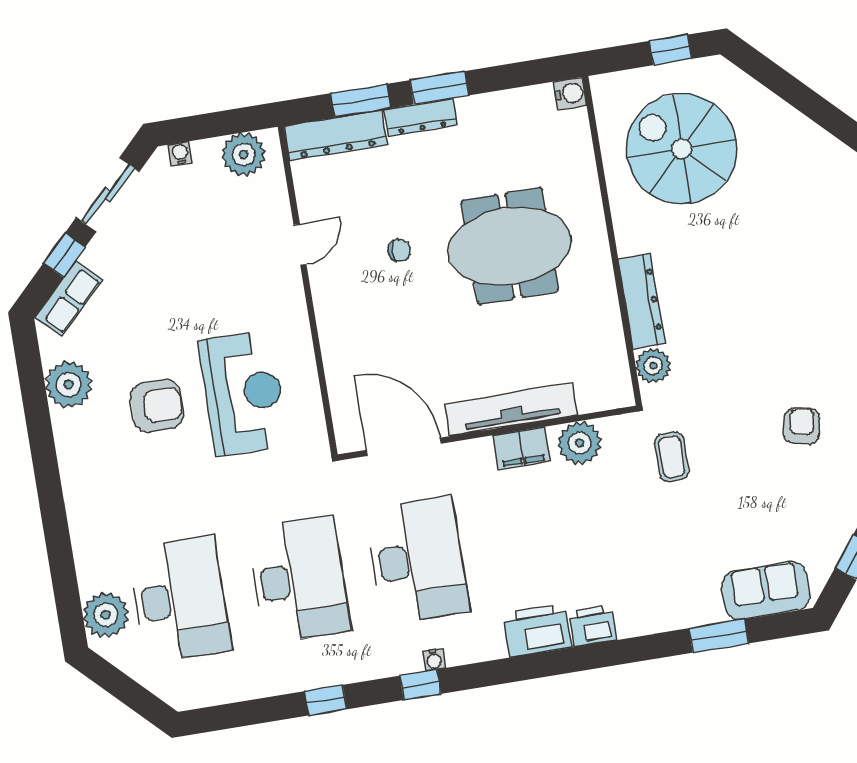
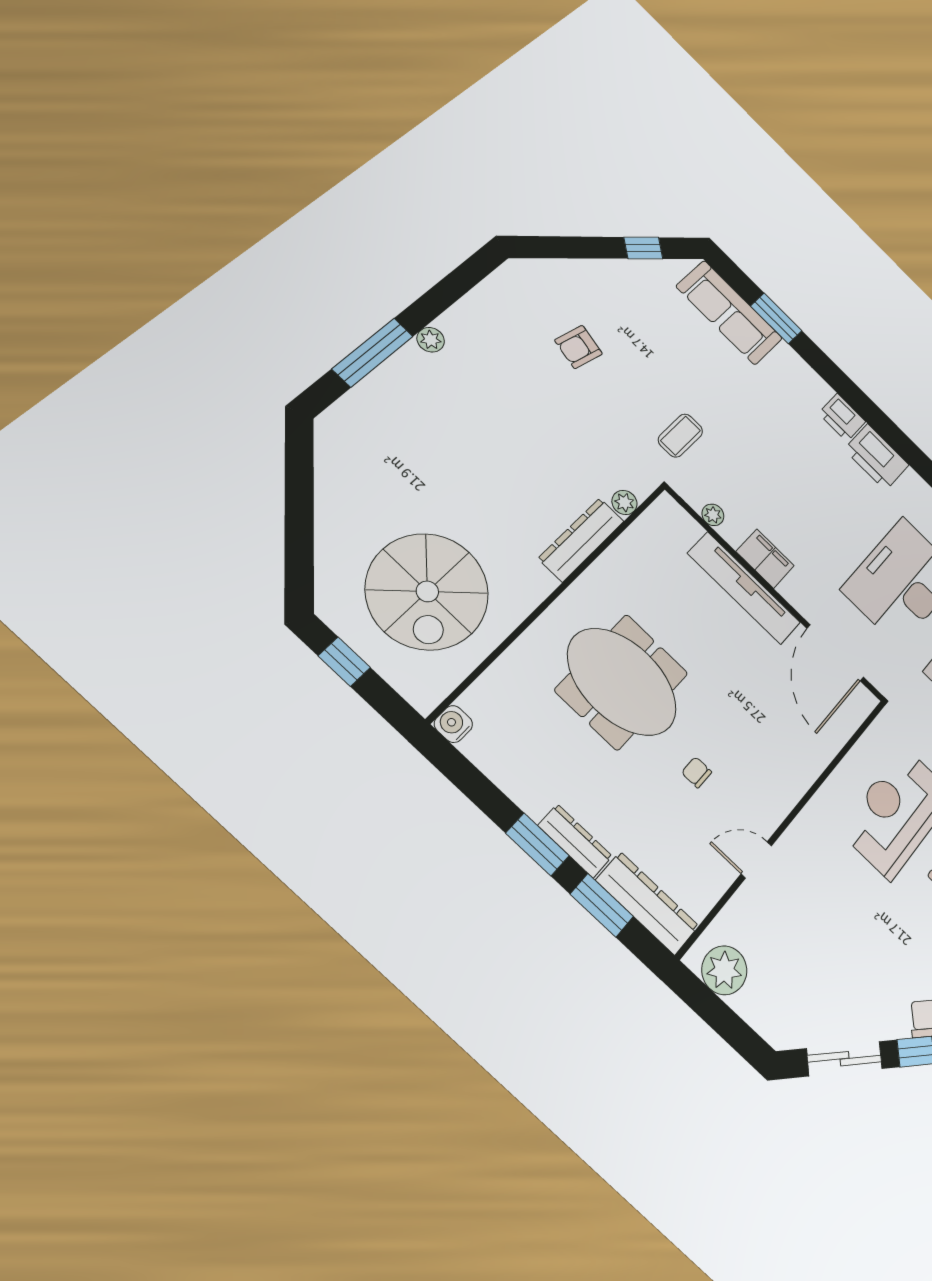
water cooler: (180, 154) -> (766, 1026), removed
plant: (653, 366) -> (624, 502), width x0.73, depth x0.73
plant: (580, 443) -> (713, 515), width x0.53, depth x0.53
sofa: (766, 591) -> (729, 313), width x1.36

